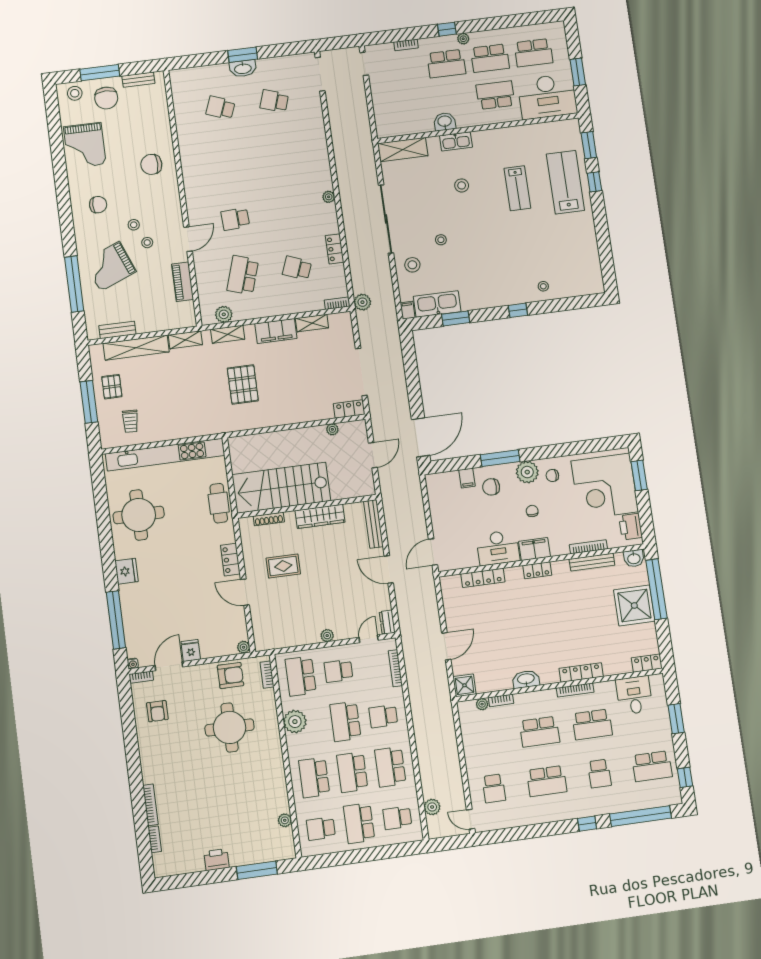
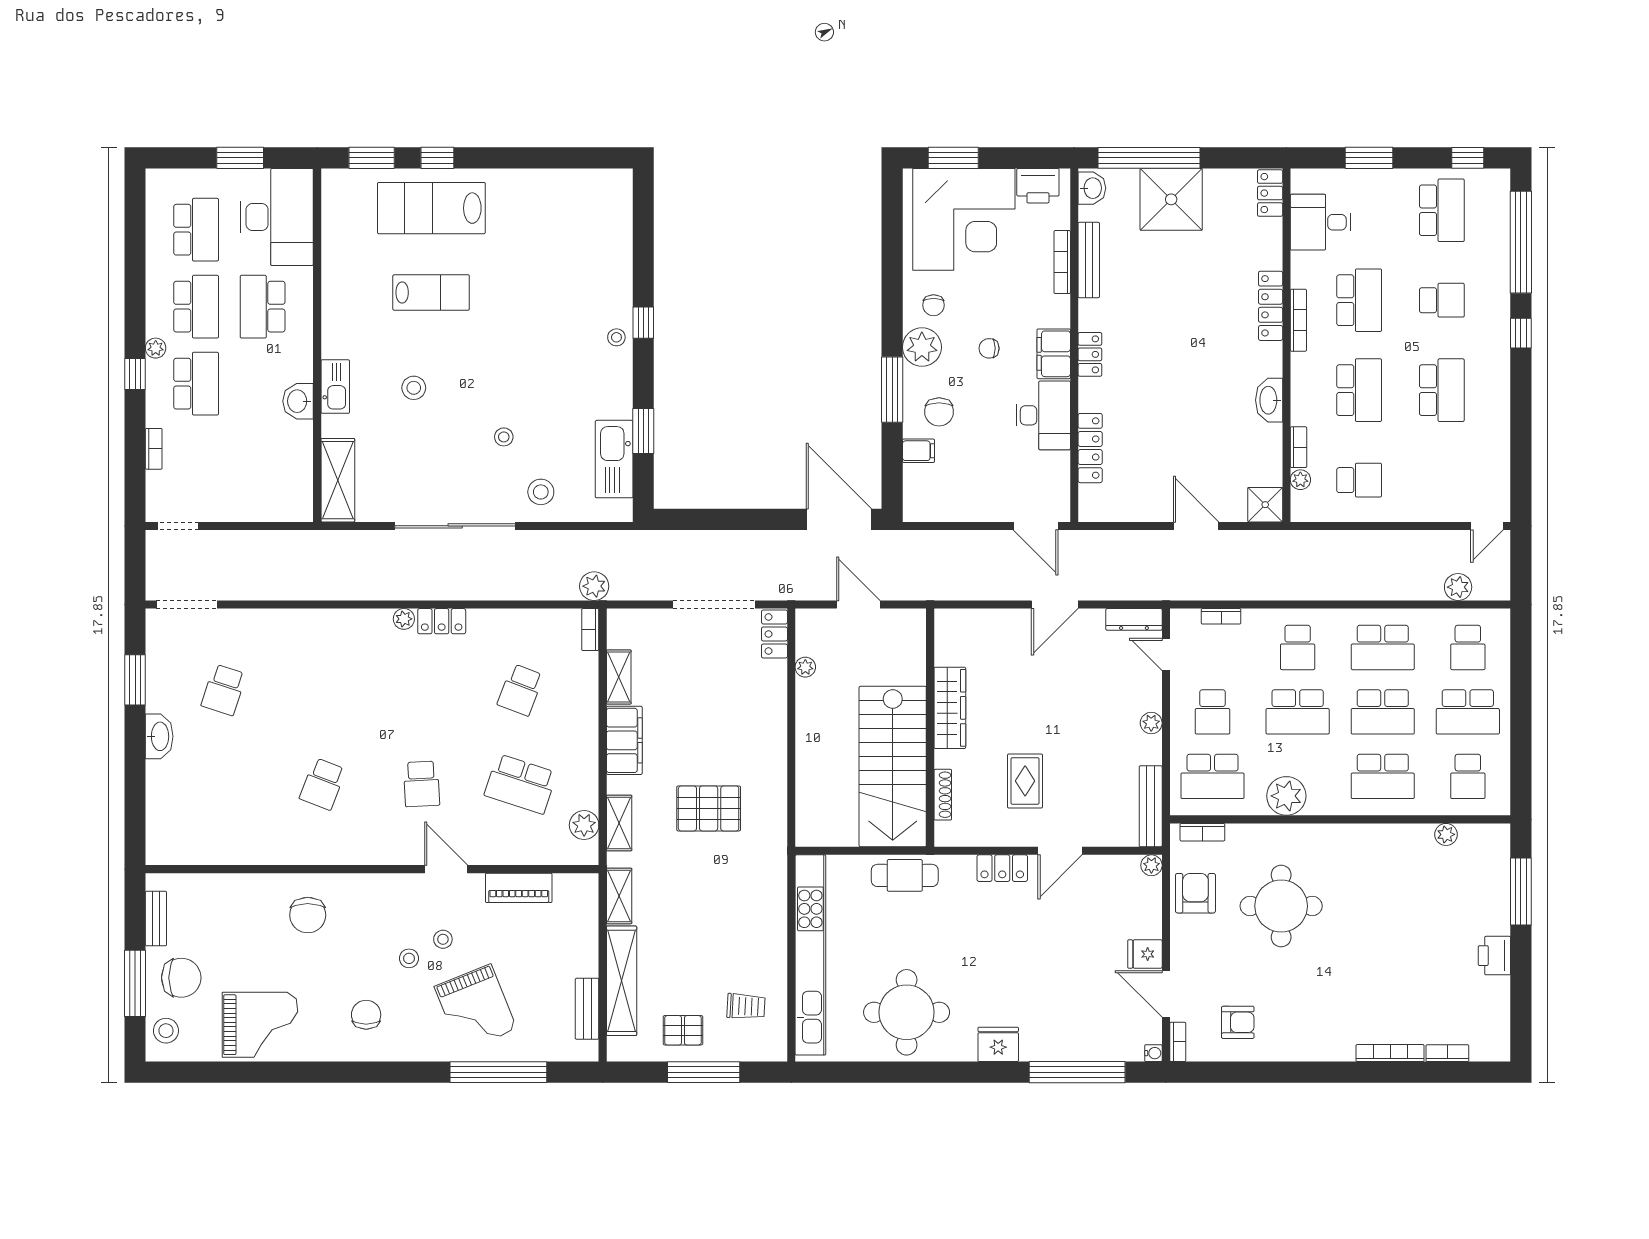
window: (243, 55) -> (135, 680), moved
school desk: (220, 108) -> (323, 784), moved
locker: (335, 249) -> (442, 621), moved
stool: (543, 286) -> (616, 337), moved
filing cabinet: (408, 310) -> (618, 511), removed
bench: (373, 524) -> (1151, 806), moved, turned 90
dresser: (387, 622) -> (1134, 619), width x1.44
bookcase: (395, 668) -> (1221, 616), width x0.64
school desk: (494, 788) -> (1359, 480), moved

